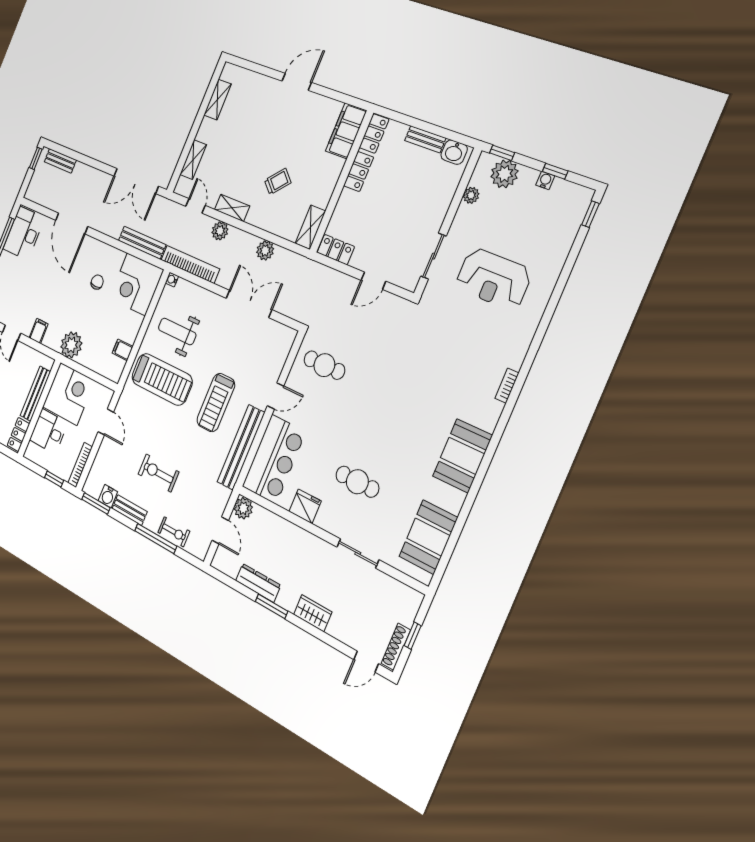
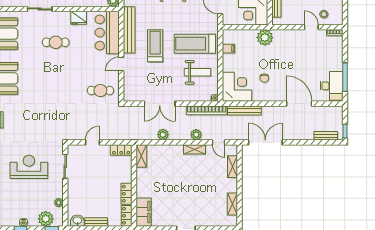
trolley: (278, 182) -> (173, 173), removed
filing cabinet: (39, 331) -> (292, 36), removed

